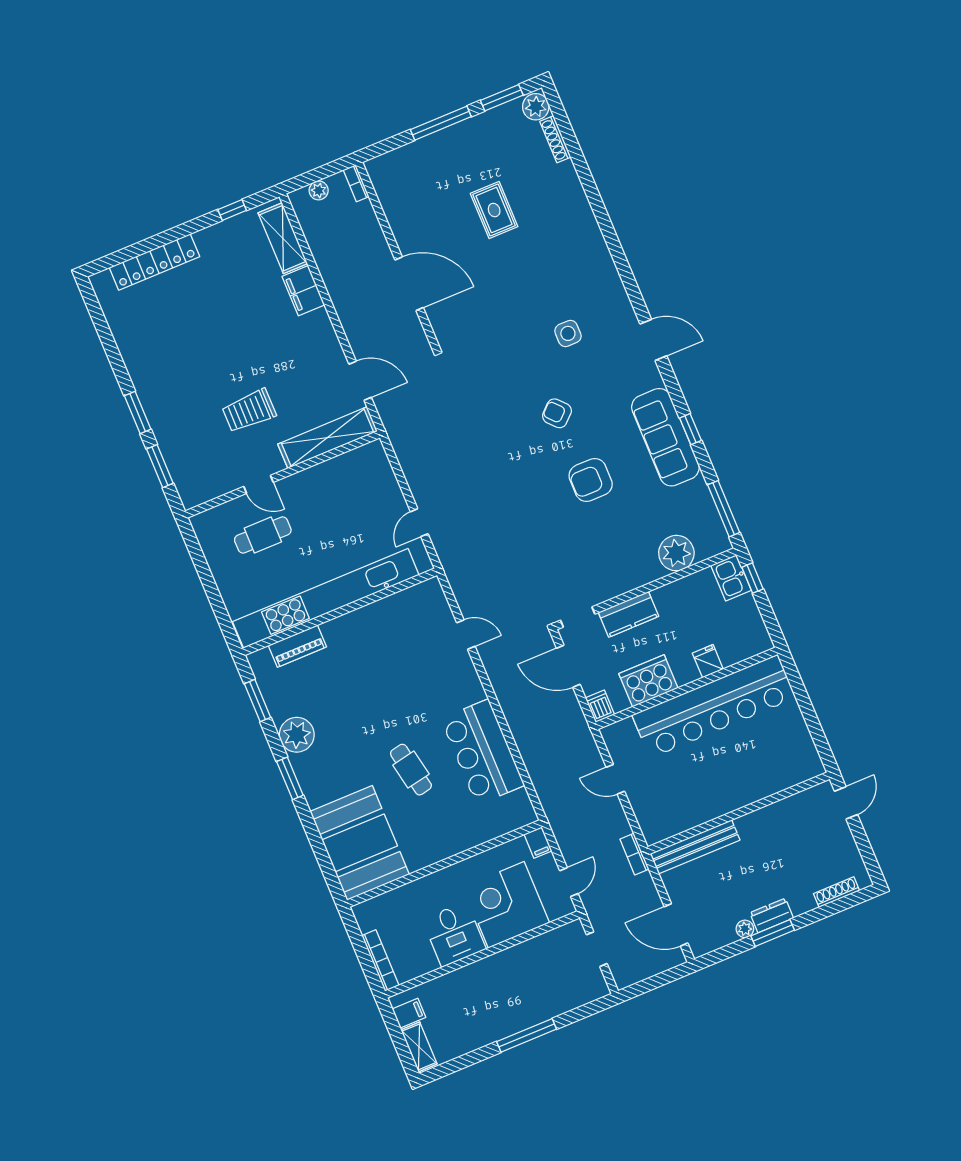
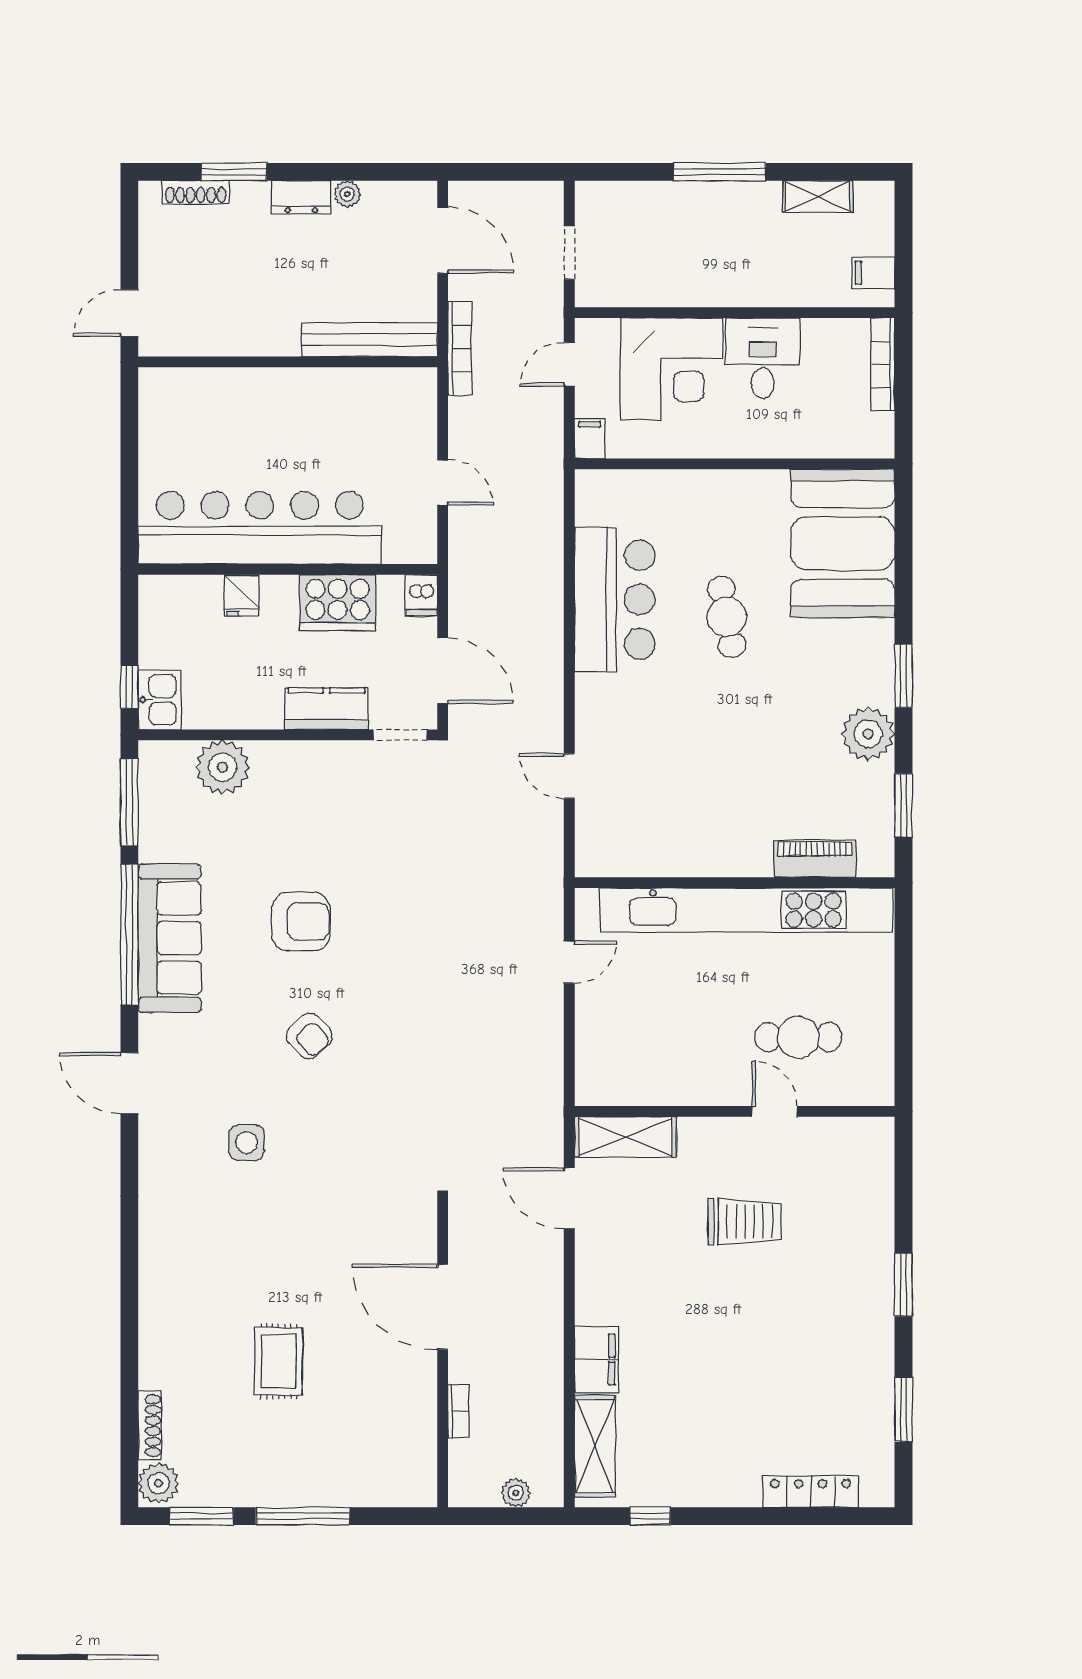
bookcase: (356, 183) -> (458, 1411), moved
locker: (154, 262) -> (811, 1491), width x0.71, depth x0.83
window: (691, 429) -> (129, 935), width x3.17
shelving: (328, 438) -> (625, 1137), width x0.68
window: (160, 466) -> (904, 1410), moved
bookcase: (634, 854) -> (460, 348), width x1.56
window: (773, 933) -> (234, 172), moved
shelving: (419, 1047) -> (818, 196), moved, turned 90

